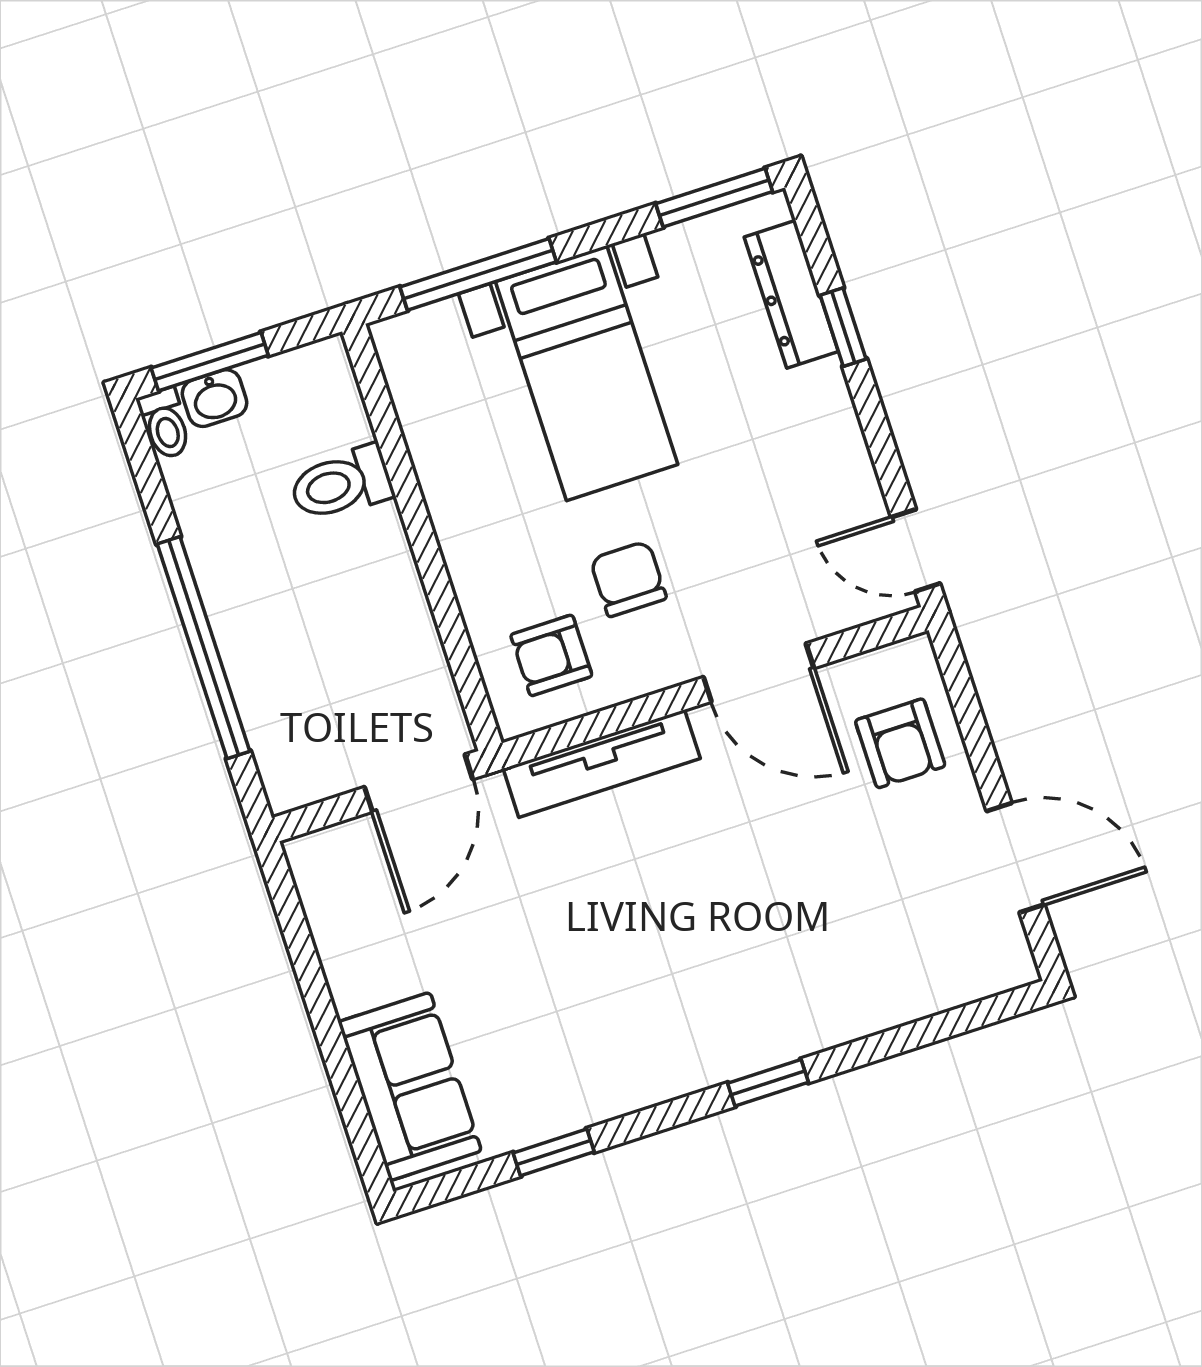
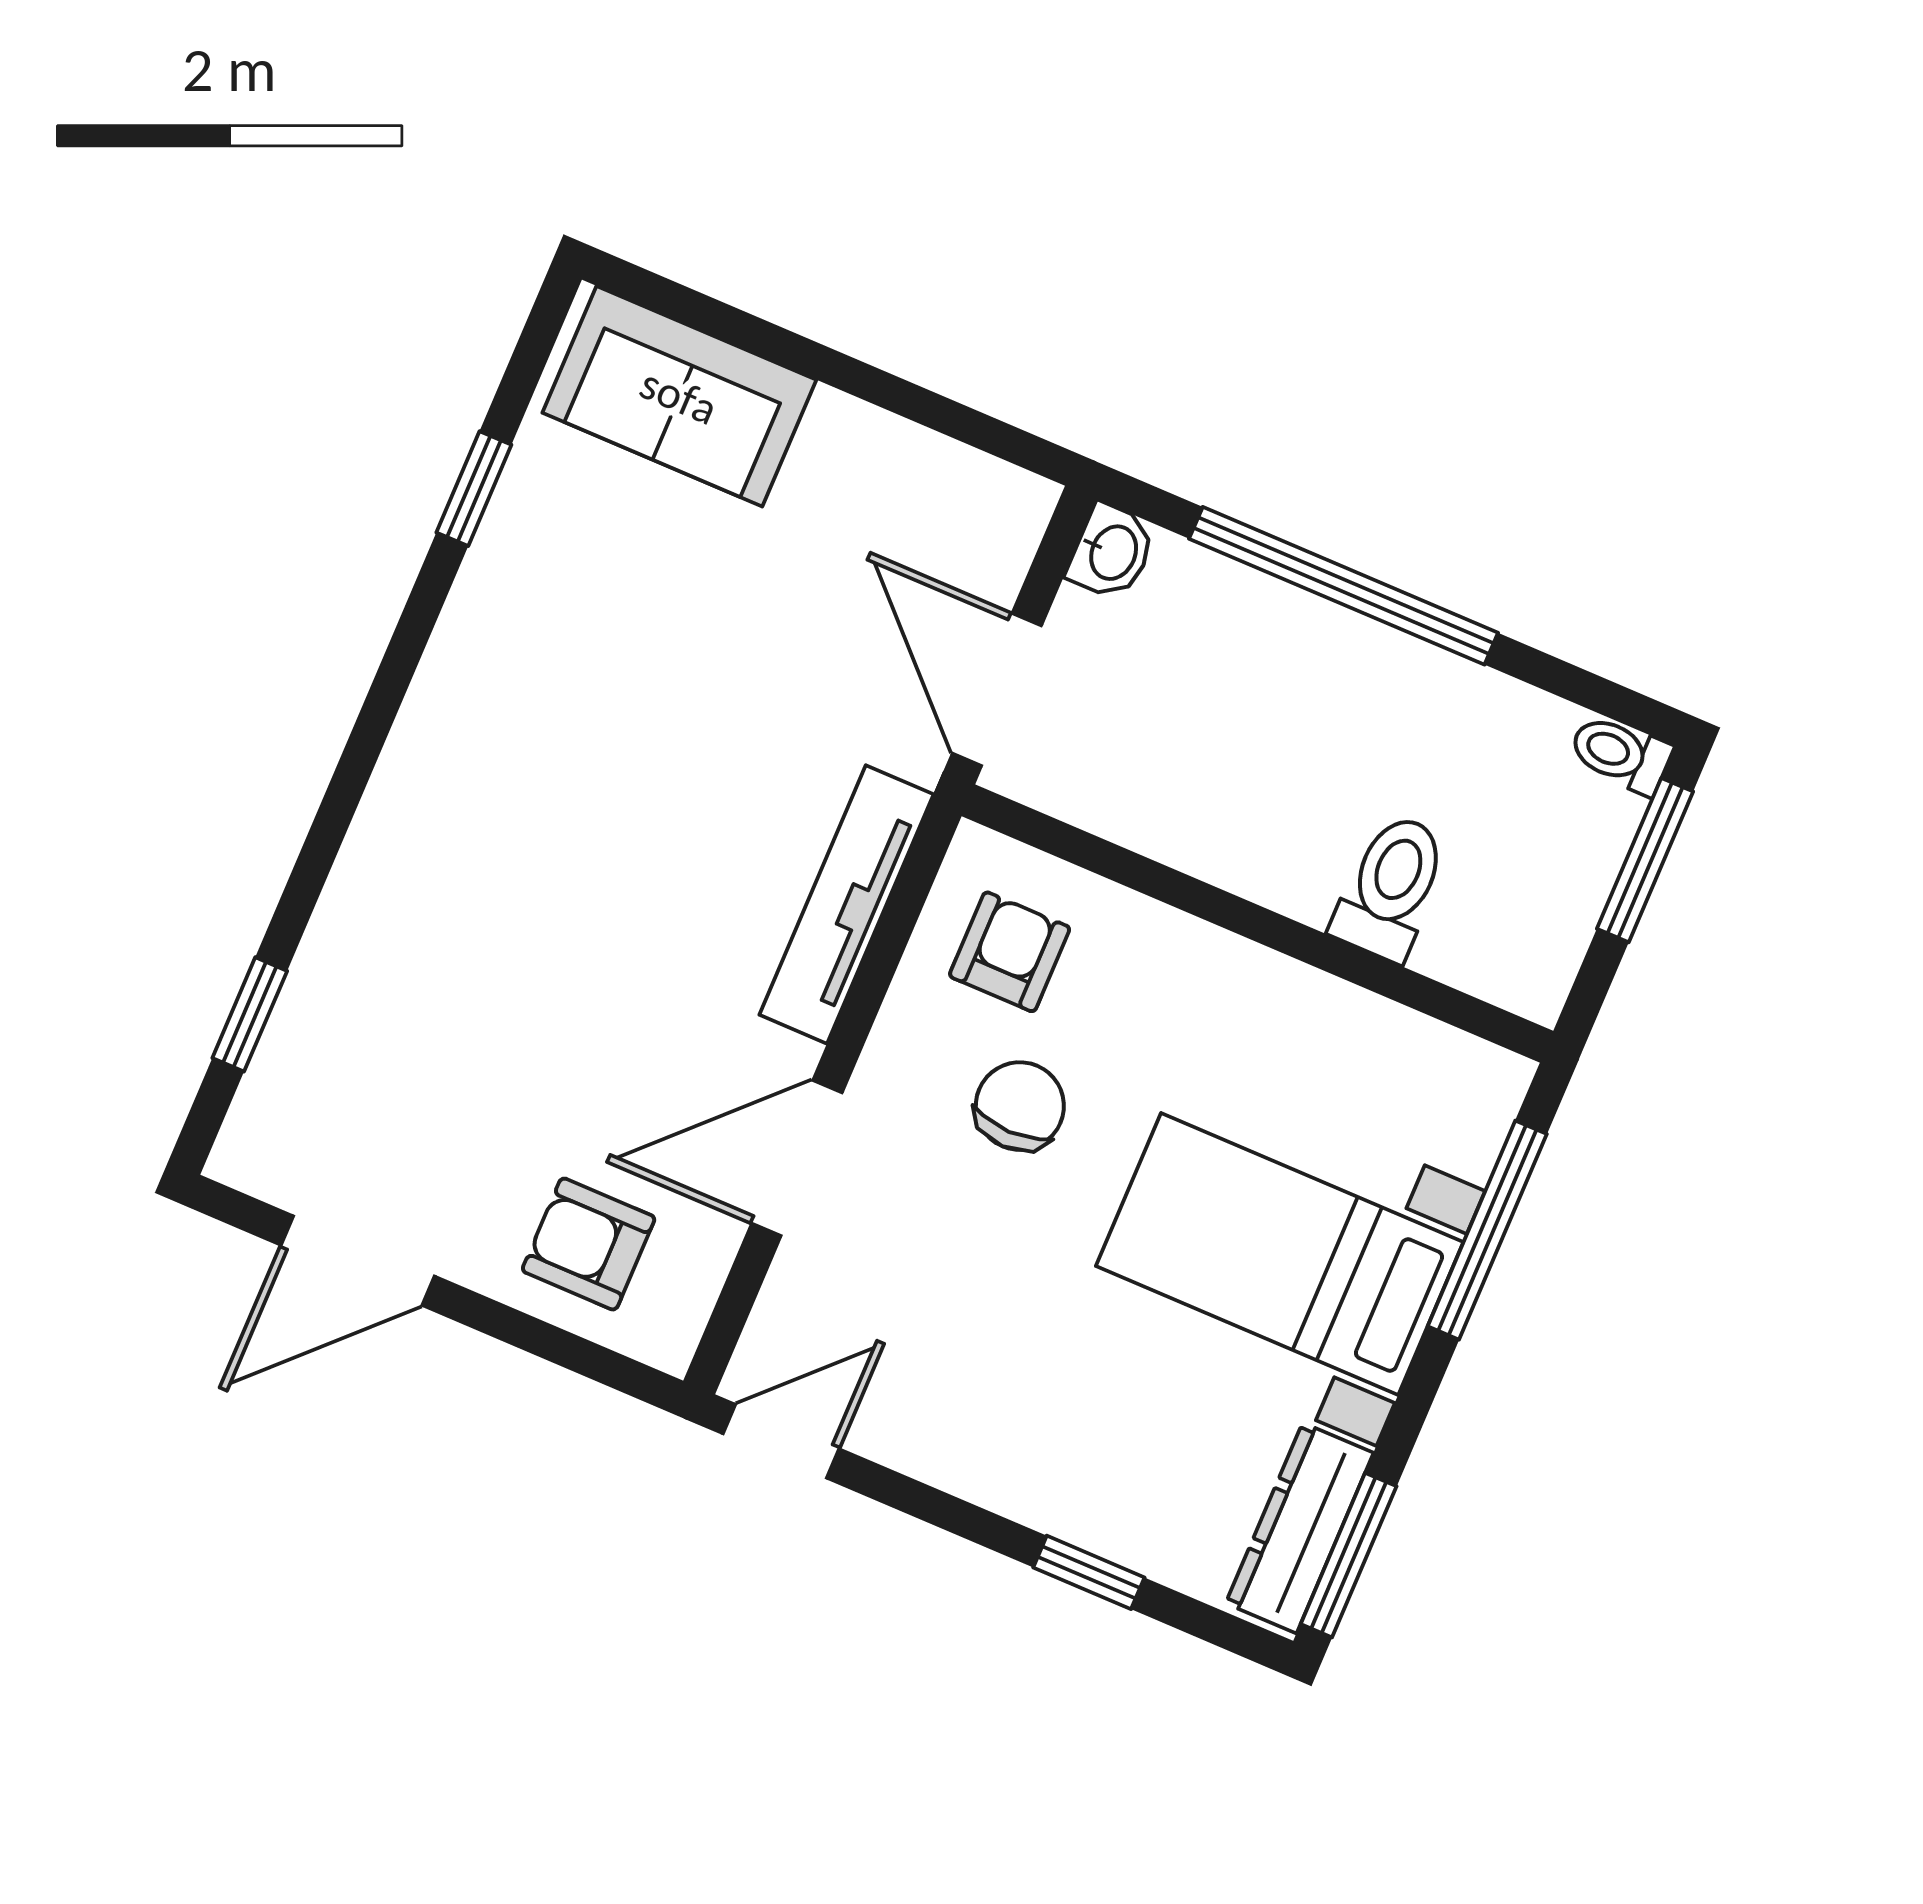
dresser: (791, 294) -> (1300, 1528), moved, turned -90
washbasin: (215, 398) -> (1112, 552), moved, turned 180
chair: (628, 579) -> (1020, 1106), turned -90
window: (768, 1083) -> (250, 1014), moved

